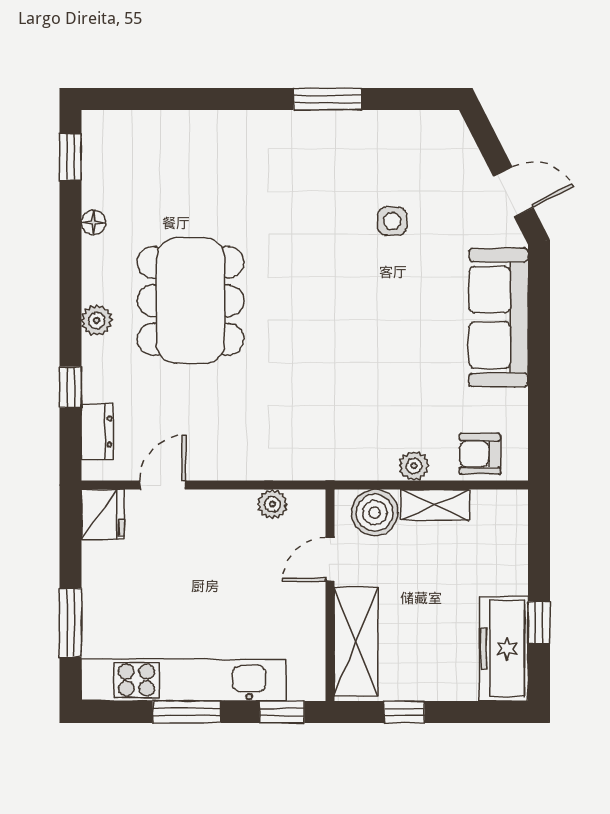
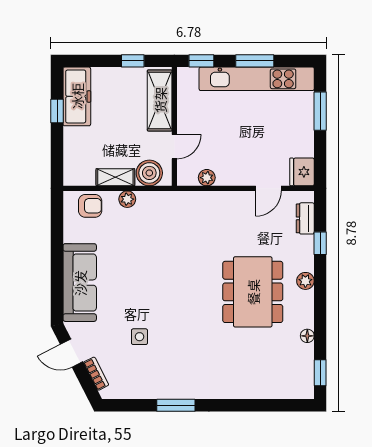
bookcase: (469, 155) -> (96, 374), added

